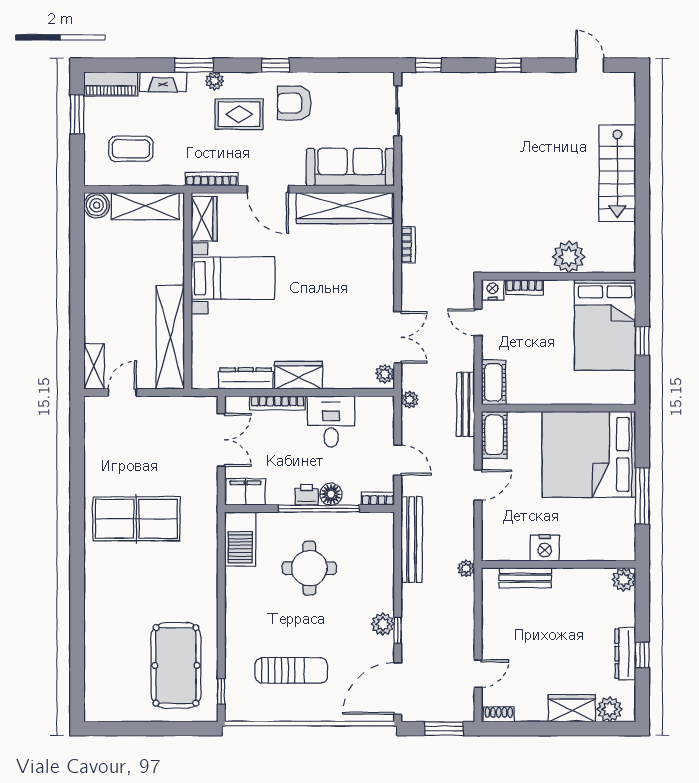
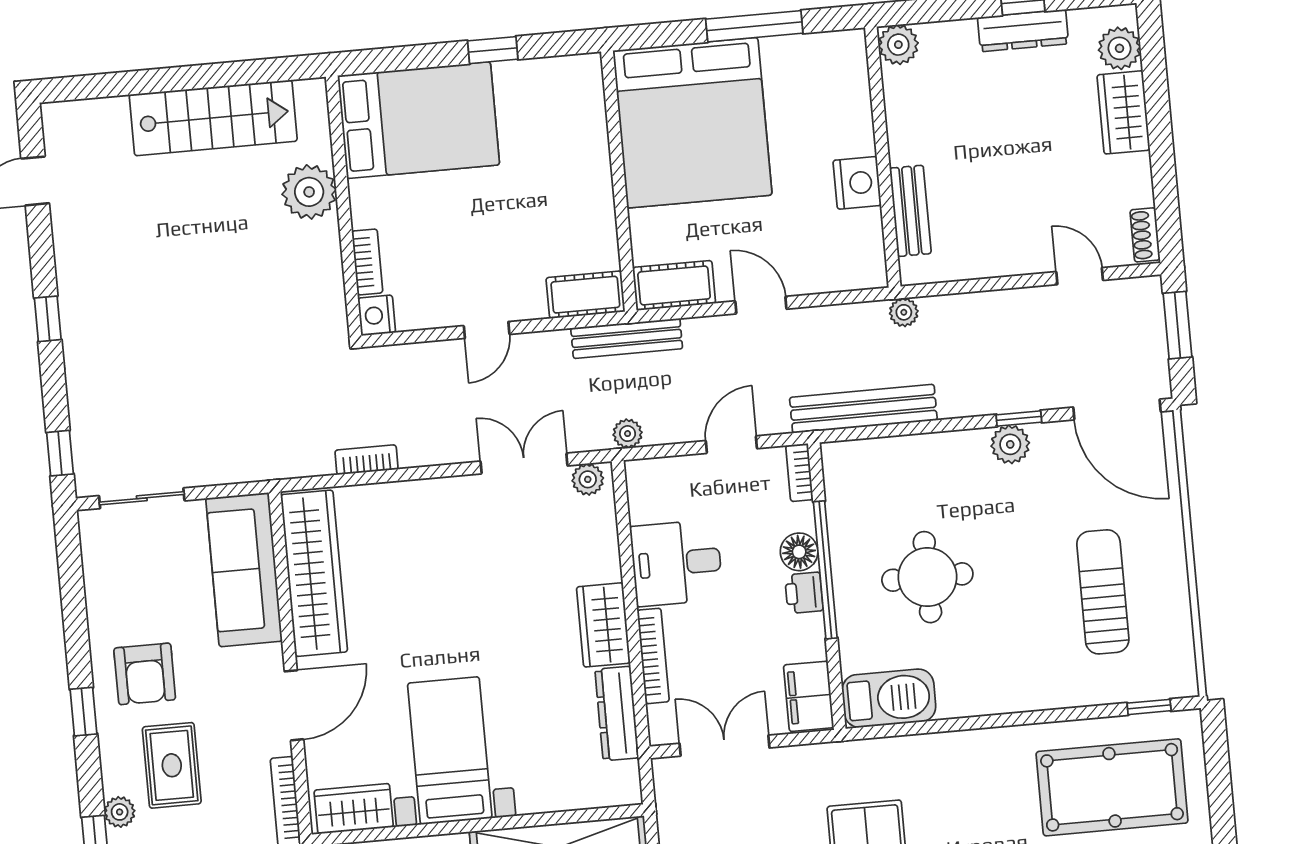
plant: (569, 257) -> (309, 192), moved
wall: (558, 276) -> (344, 206), moved
bookcase: (524, 287) -> (367, 262), moved
nightstand: (493, 290) -> (377, 315), moved
bed: (605, 325) -> (419, 120), moved

